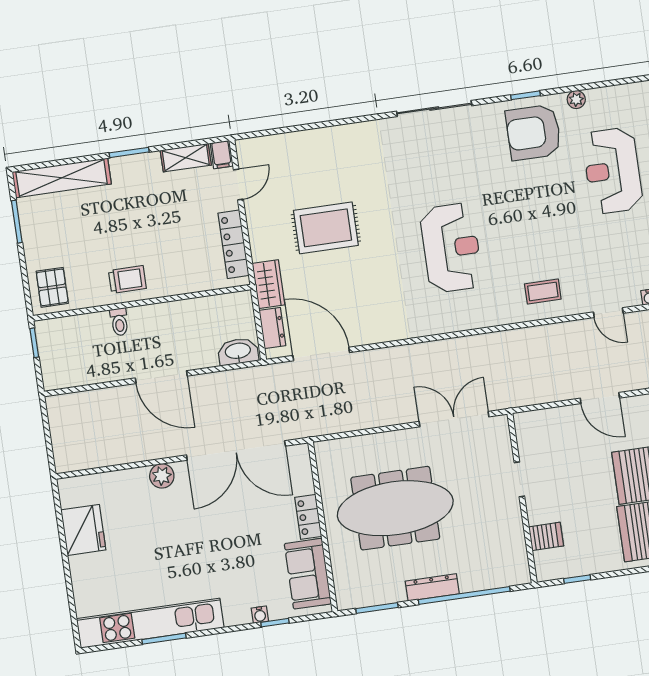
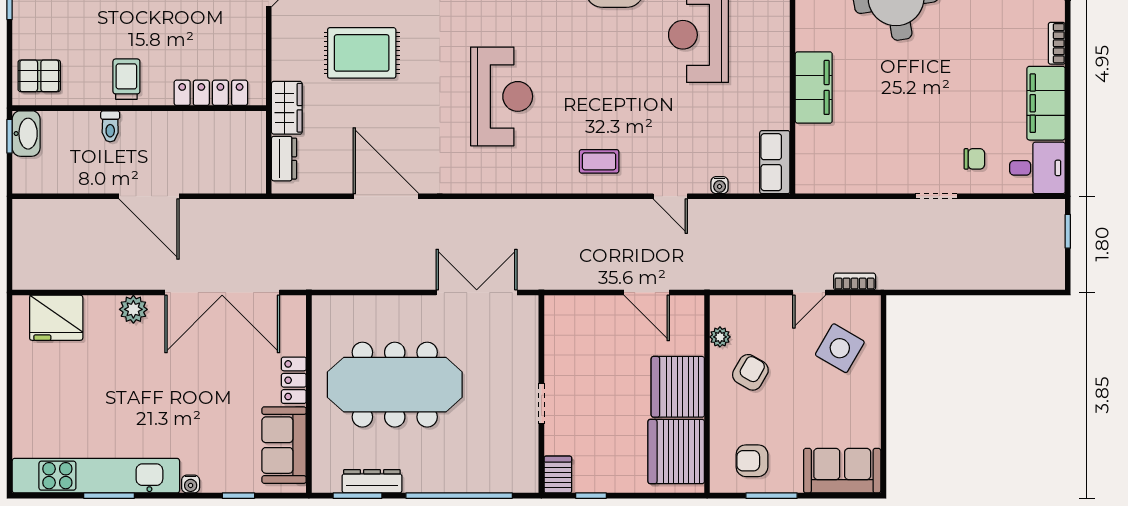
locker: (234, 244) -> (211, 93), moved, turned 90
trolley: (127, 279) -> (126, 79), turned -90
pallet: (52, 287) -> (39, 76), turned 90
washbasin: (238, 352) -> (26, 134), moved, turned 90
door: (321, 354) -> (386, 196), moved
doorway: (519, 479) -> (541, 403), moved
fridge: (83, 530) -> (56, 318), moved, turned 90
server rack: (546, 536) -> (558, 475), moved, turned -90
dresser: (432, 587) -> (372, 481), moved
water cooler: (260, 615) -> (191, 484), moved

